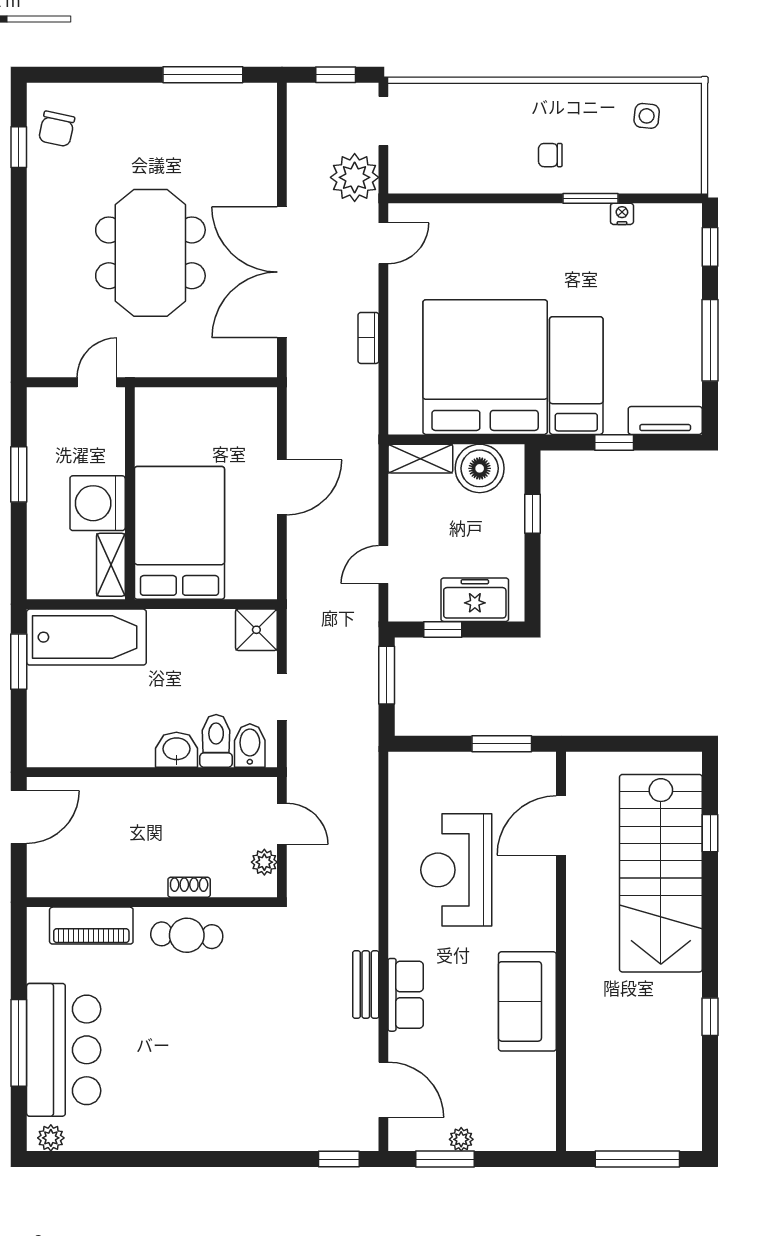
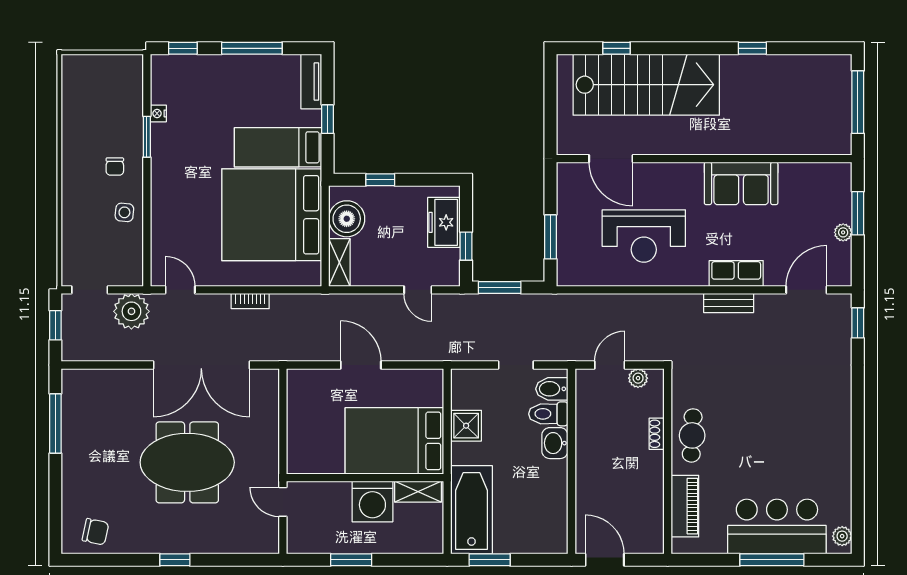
side table: (647, 116) -> (124, 212), moved
window: (19, 147) -> (175, 560), moved
shower: (256, 630) -> (466, 426), moved
window: (502, 744) -> (550, 237), moved
window: (445, 1159) -> (858, 213), moved

